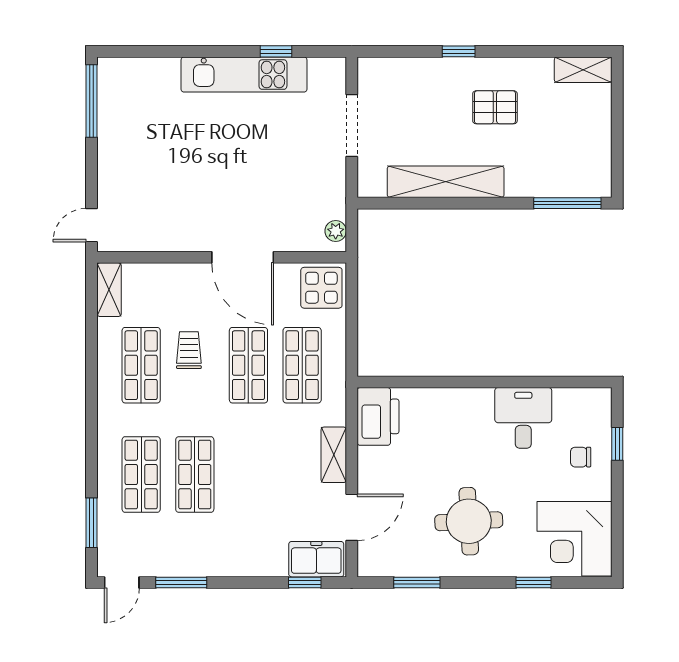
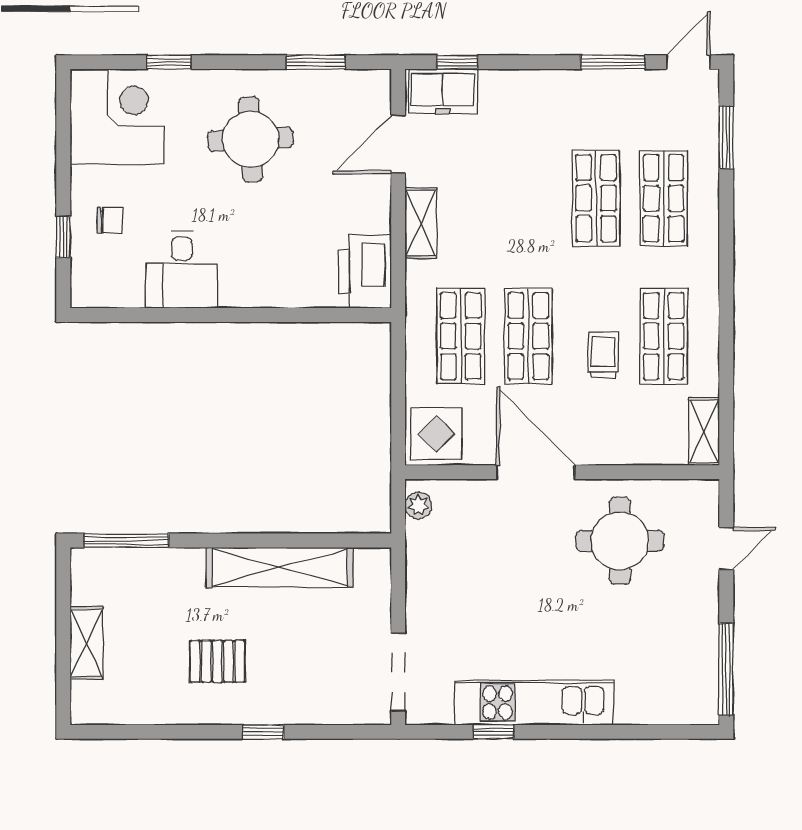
shelving: (583, 70) -> (86, 643), moved, turned 90
doorway: (352, 125) -> (398, 672), moved
round table: (176, 203) -> (620, 541), added
door: (92, 225) -> (726, 549), moved
trolley: (189, 350) -> (603, 355), turned 180

